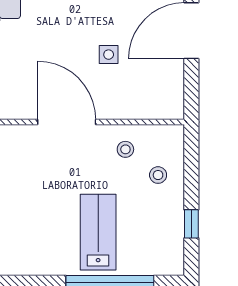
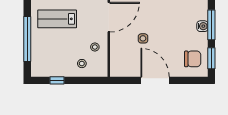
lab bench: (98, 232) -> (57, 19), moved, turned 180

